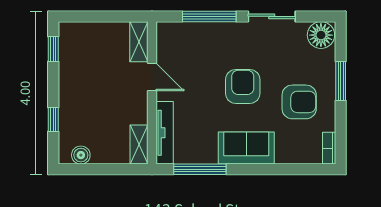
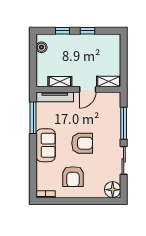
window: (53, 49) -> (87, 31), moved
window: (341, 81) -> (85, 201), removed
shelving: (139, 144) -> (60, 82), moved

